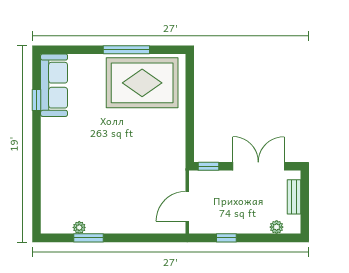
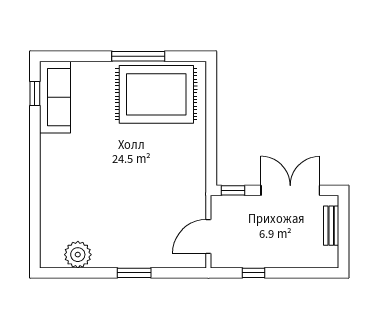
window: (37, 100) -> (35, 94), moved
plant: (79, 227) -> (78, 255), width x1.87, depth x1.87
plant: (277, 227) -> (311, 260), removed
window: (89, 238) -> (134, 273), moved

